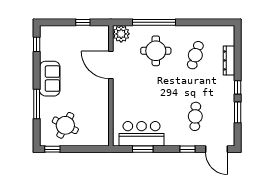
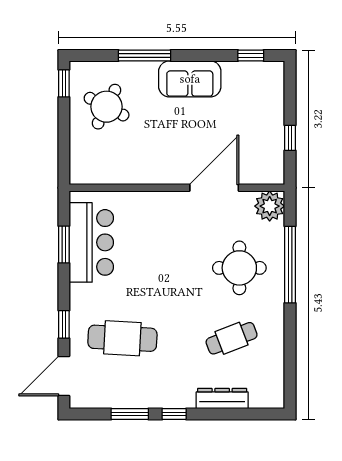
cafe table: (195, 55) -> (232, 338), turned -39
cafe table: (195, 116) -> (122, 338), width x1.37, depth x1.35

